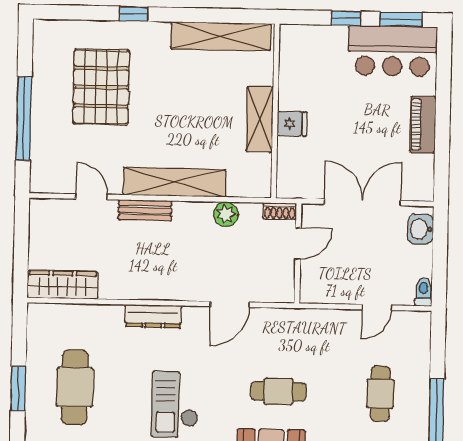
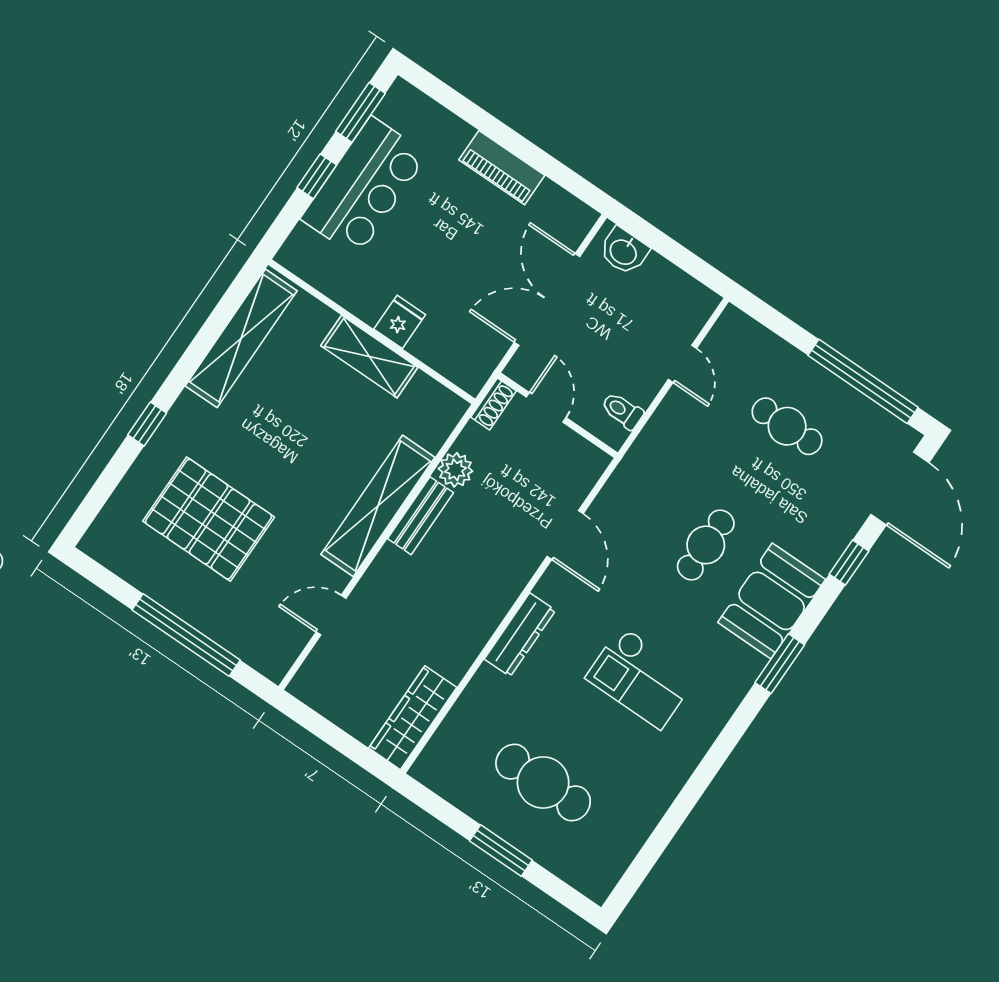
bar counter: (392, 51) -> (364, 187), moved
bench: (145, 210) -> (421, 516), moved
toilet: (423, 292) -> (622, 411), moved

